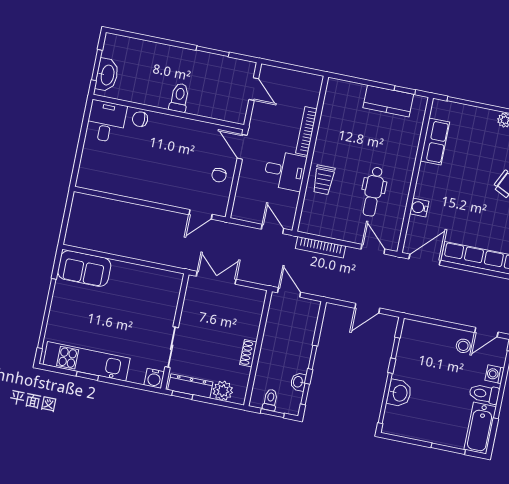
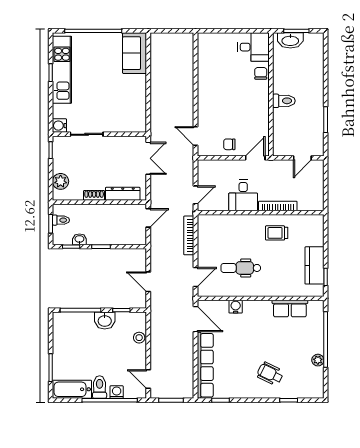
trolley: (324, 180) -> (277, 233), moved
stool: (463, 346) -> (139, 338), moved
dresser: (190, 386) -> (123, 194), moved, turned -90
washbasin: (399, 393) -> (105, 321), moved

